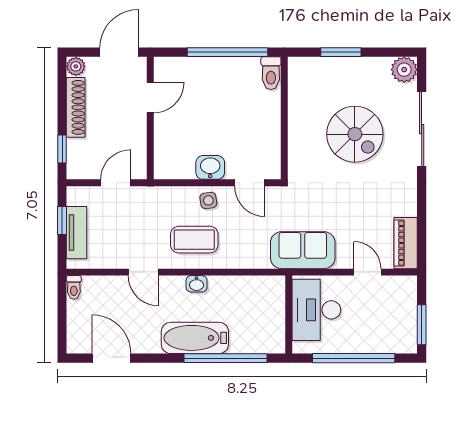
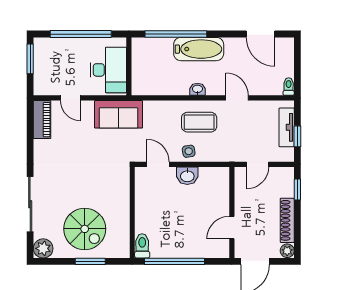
spiral stairs: (355, 134) -> (85, 229), moved, turned 180

